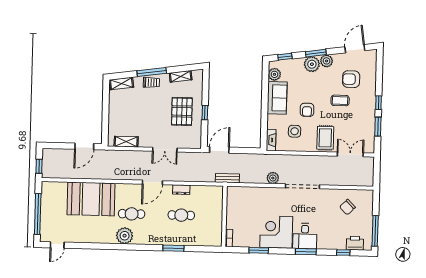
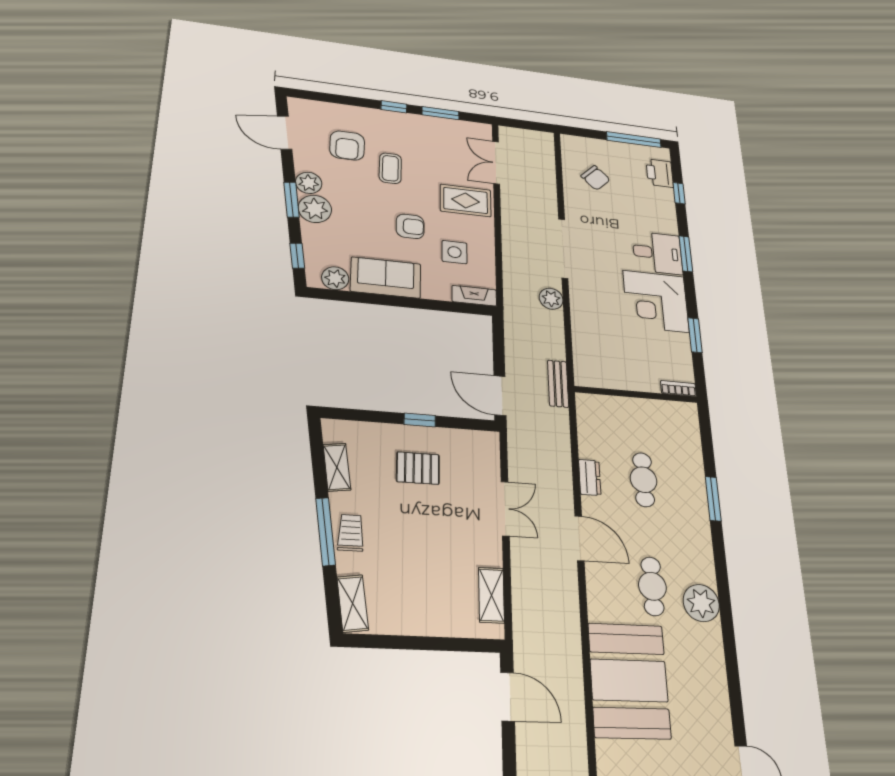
pallet: (182, 111) -> (418, 468), width x0.67, depth x0.71

